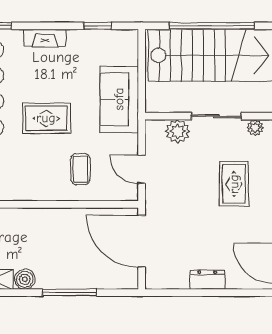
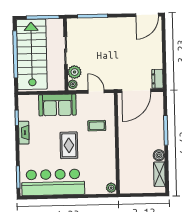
fireplace: (45, 38) -> (24, 133), moved
plant: (255, 128) -> (73, 84), moved
door: (142, 169) -> (96, 92), swing flipped
rug: (234, 184) -> (103, 40), removed
dresser: (207, 280) -> (157, 79), moved

